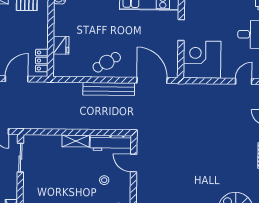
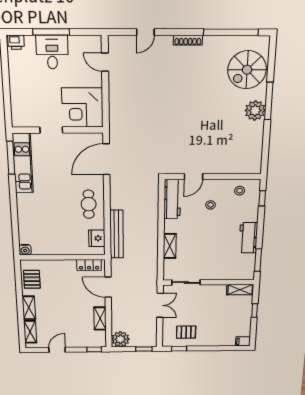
fridge: (61, 45) -> (97, 238), moved, turned -90
cafe table: (107, 62) -> (89, 204), turned 30
bench: (109, 89) -> (117, 234), moved
shelving: (76, 141) -> (170, 246), moved

